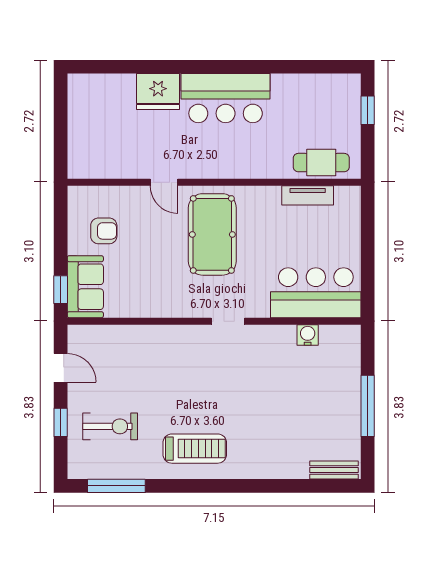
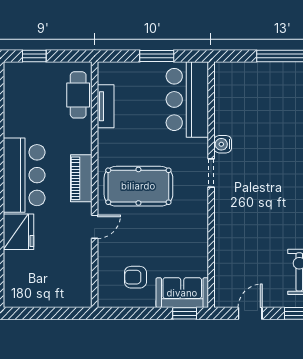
piano: (222, 166) -> (81, 178), added
armchair: (104, 231) -> (135, 277), turned -90
window: (368, 256) -> (157, 56), added
water cooler: (308, 335) -> (223, 144), moved

